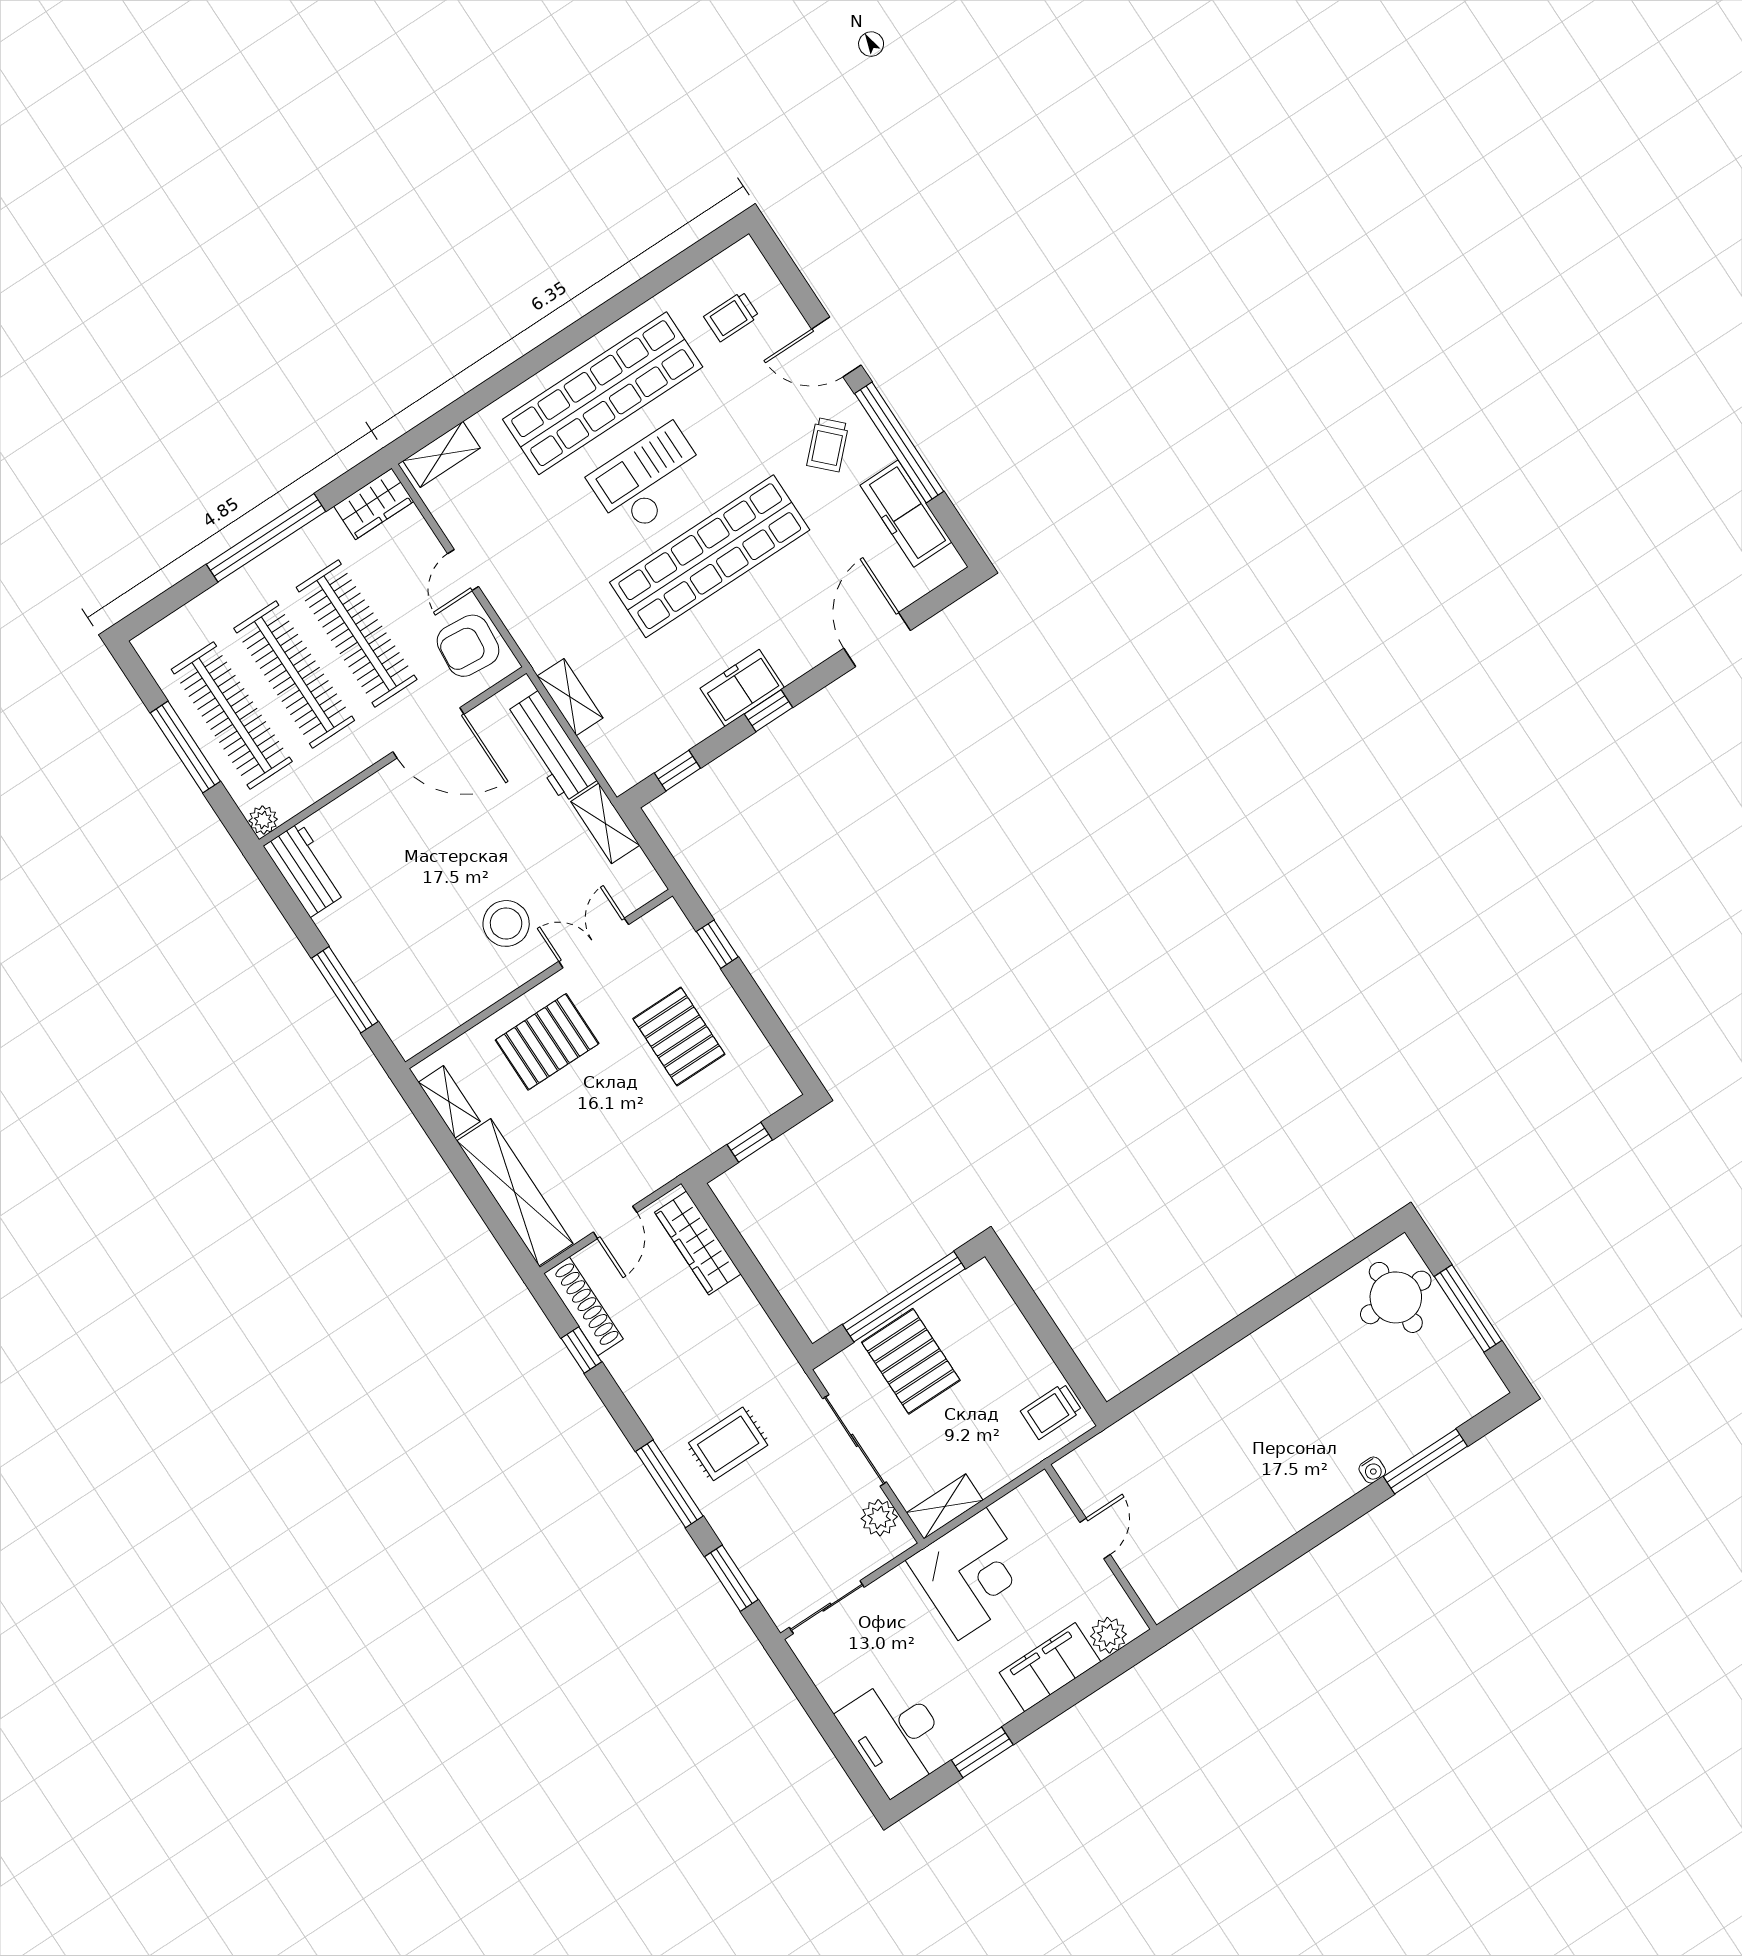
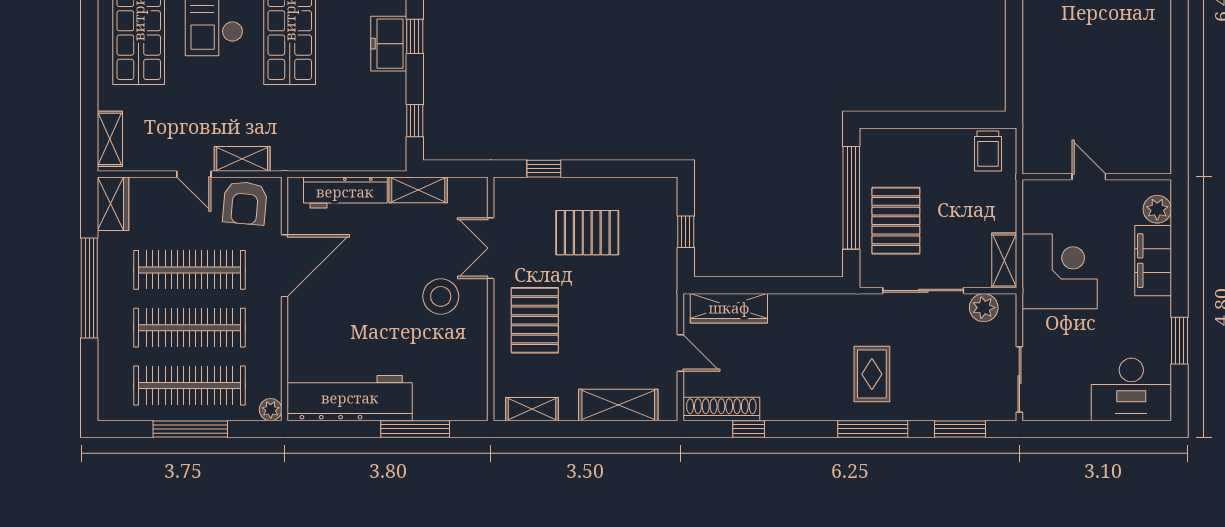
shelving: (570, 697) -> (242, 159), moved
workbench: (305, 870) -> (350, 398), width x1.88, depth x1.32
shelving: (515, 1192) -> (618, 405), width x0.68
pallet: (911, 1361) -> (896, 221), turned 90

